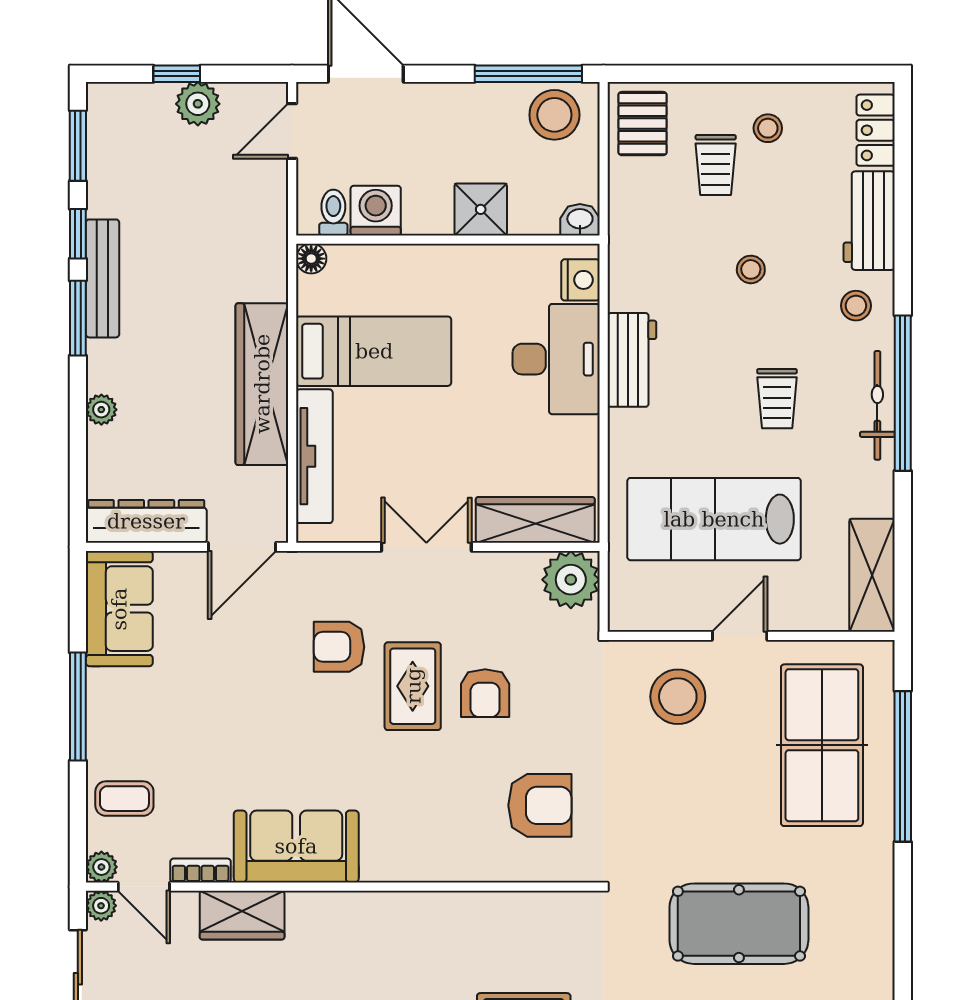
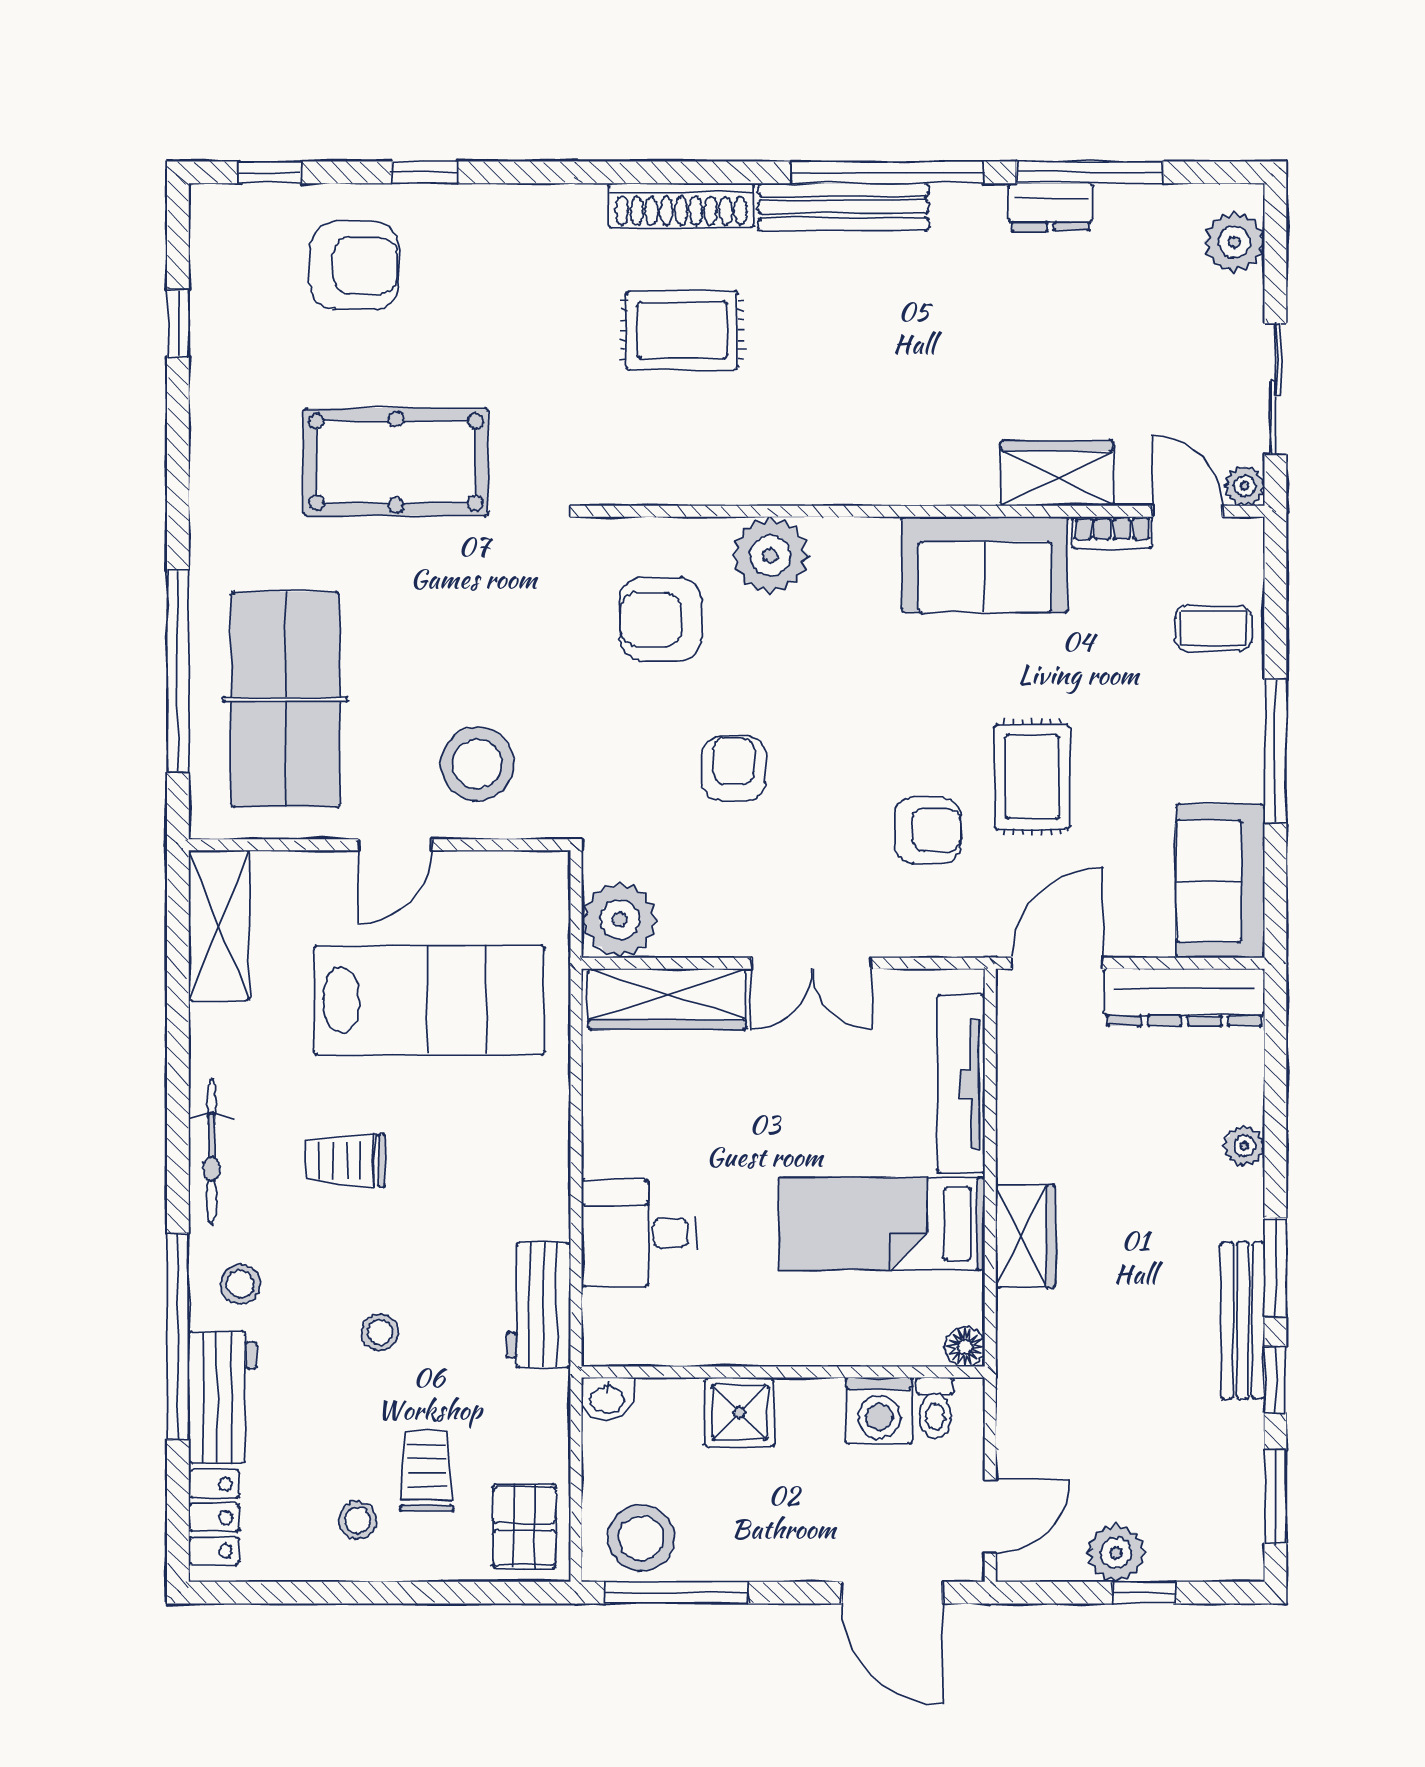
nightstand: (580, 280) -> (607, 1318), removed
desk: (556, 359) -> (639, 1233), width x0.73
workbench: (632, 360) -> (538, 1305), moved
wardrobe: (262, 384) -> (1025, 1236), width x0.48, depth x0.85
window: (903, 393) -> (178, 1337), moved
trolley: (777, 399) -> (345, 1160), turned -90
rug: (413, 686) -> (1032, 777), moved
plant: (101, 867) -> (770, 555), moved, width x1.88, depth x1.88

